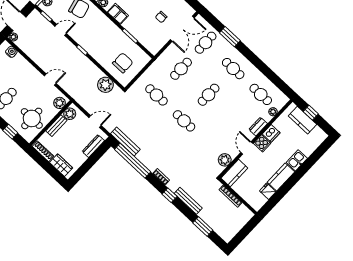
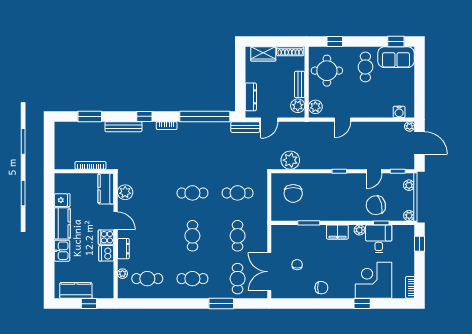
kitchen counter: (303, 120) -> (76, 290), moved
bench: (125, 142) -> (245, 127), moved, width x0.73

